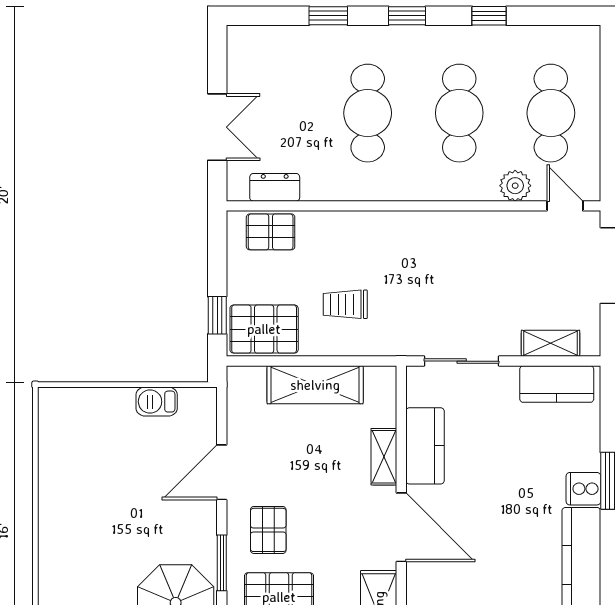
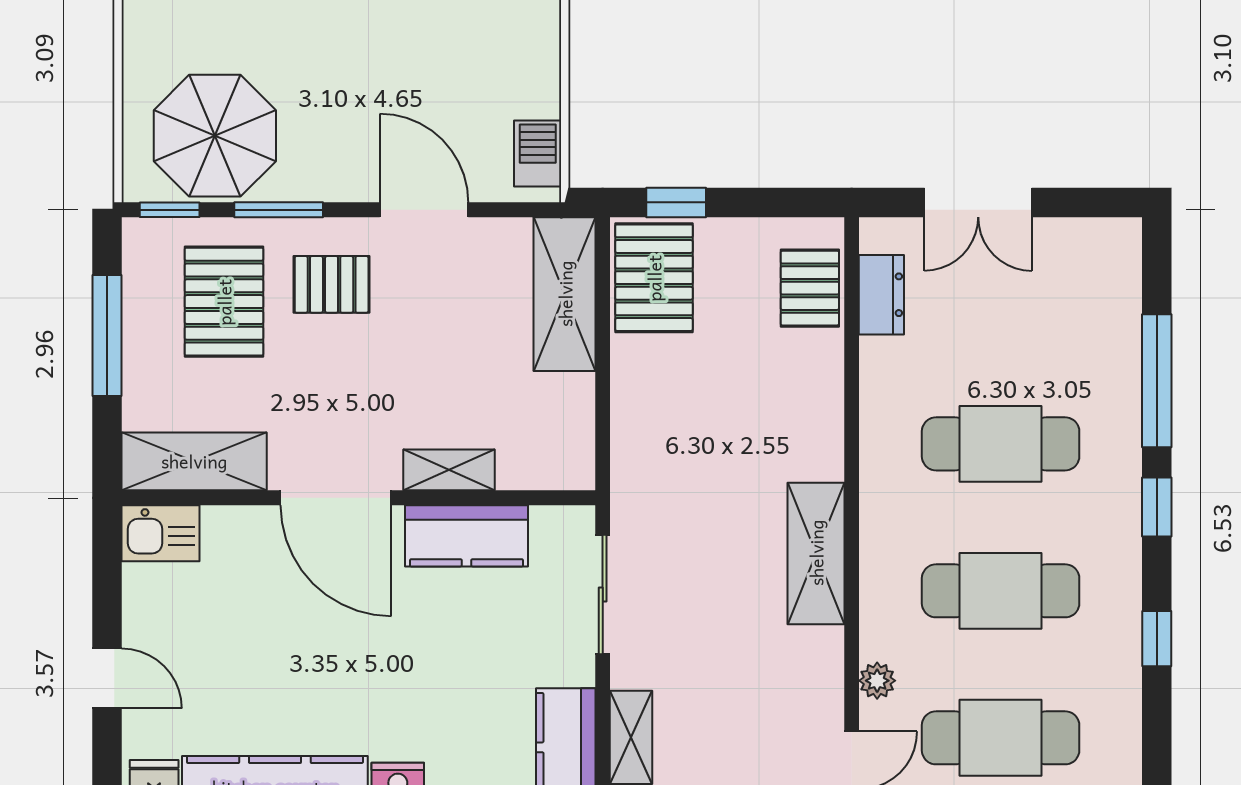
window: (328, 16) -> (1157, 381), width x2.17
plant: (515, 186) -> (877, 681), width x0.73, depth x0.73
shelving: (436, 228) -> (816, 553), added
trolley: (345, 304) -> (694, 408), removed
shelving: (315, 385) -> (565, 294), moved
barbecue: (157, 402) -> (538, 154), moved
door: (401, 527) -> (336, 498), hinge flipped

